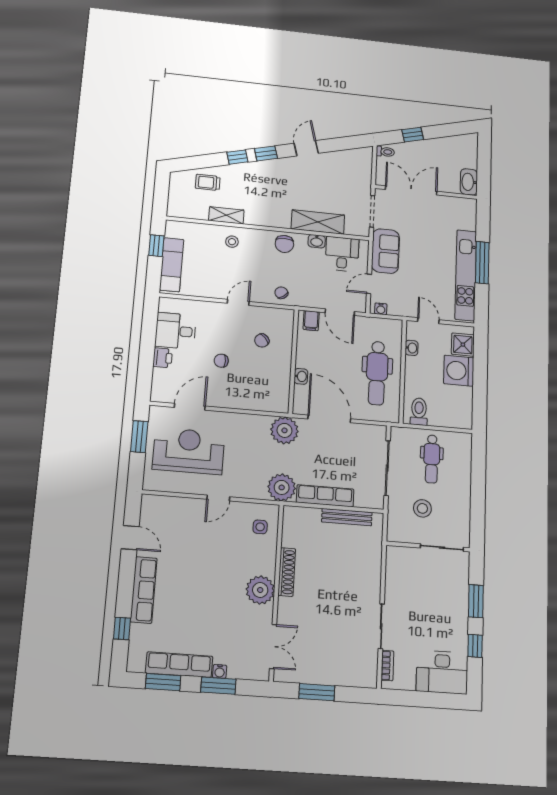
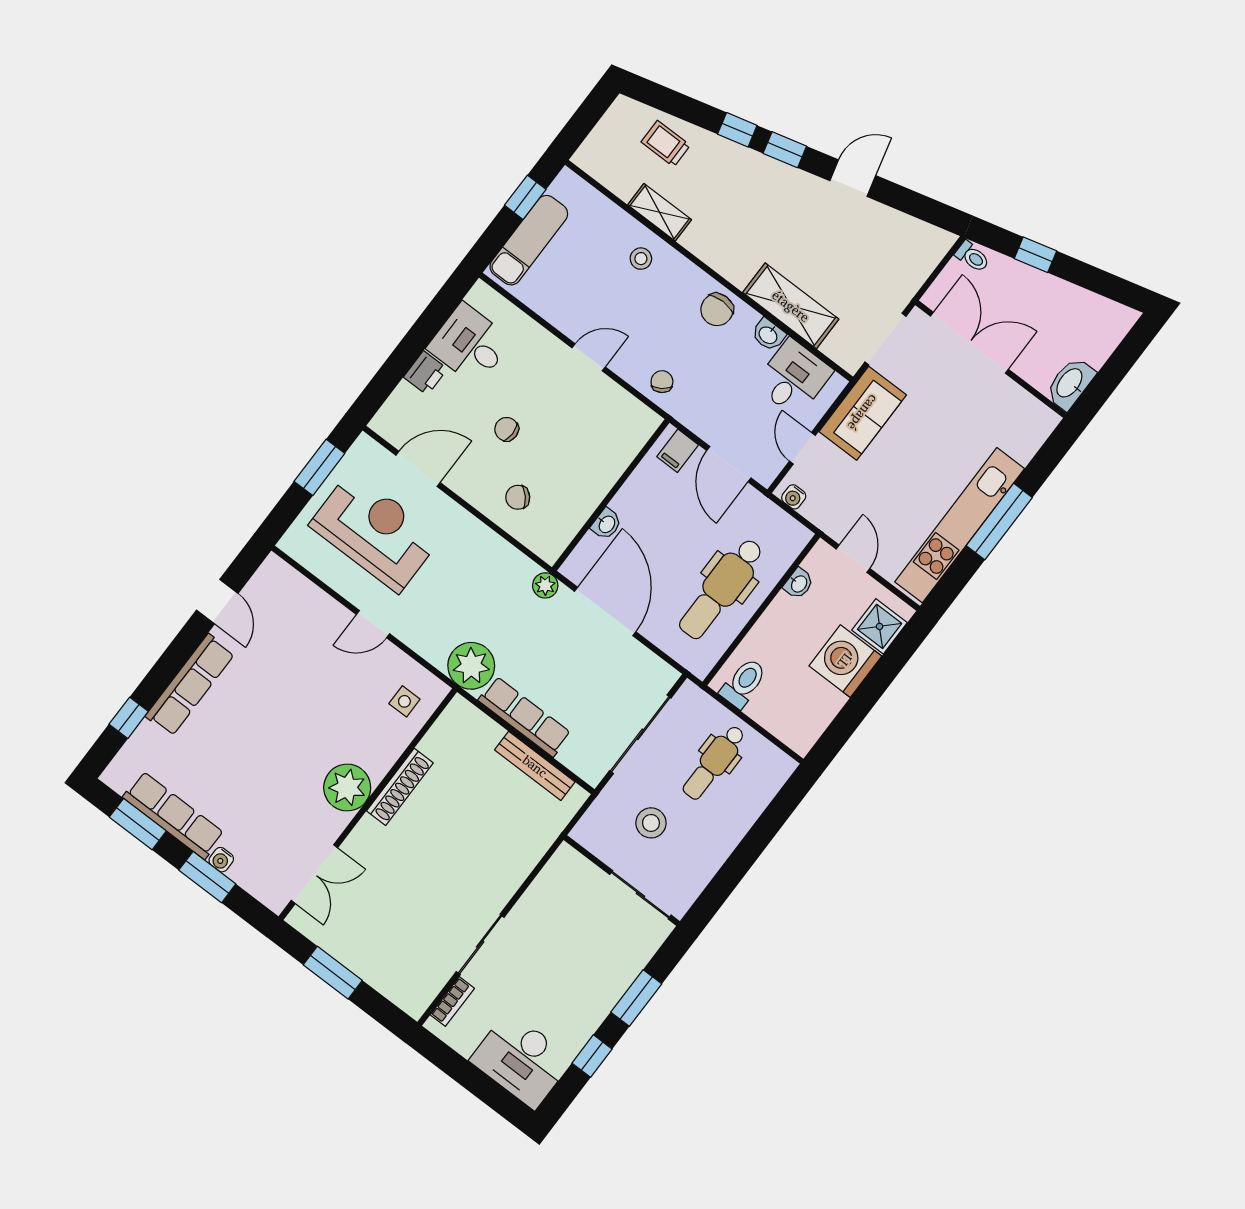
door: (369, 284) -> (802, 448), hinge flipped
chair: (262, 341) -> (518, 497), moved
plant: (284, 430) -> (545, 585), width x0.53, depth x0.53

